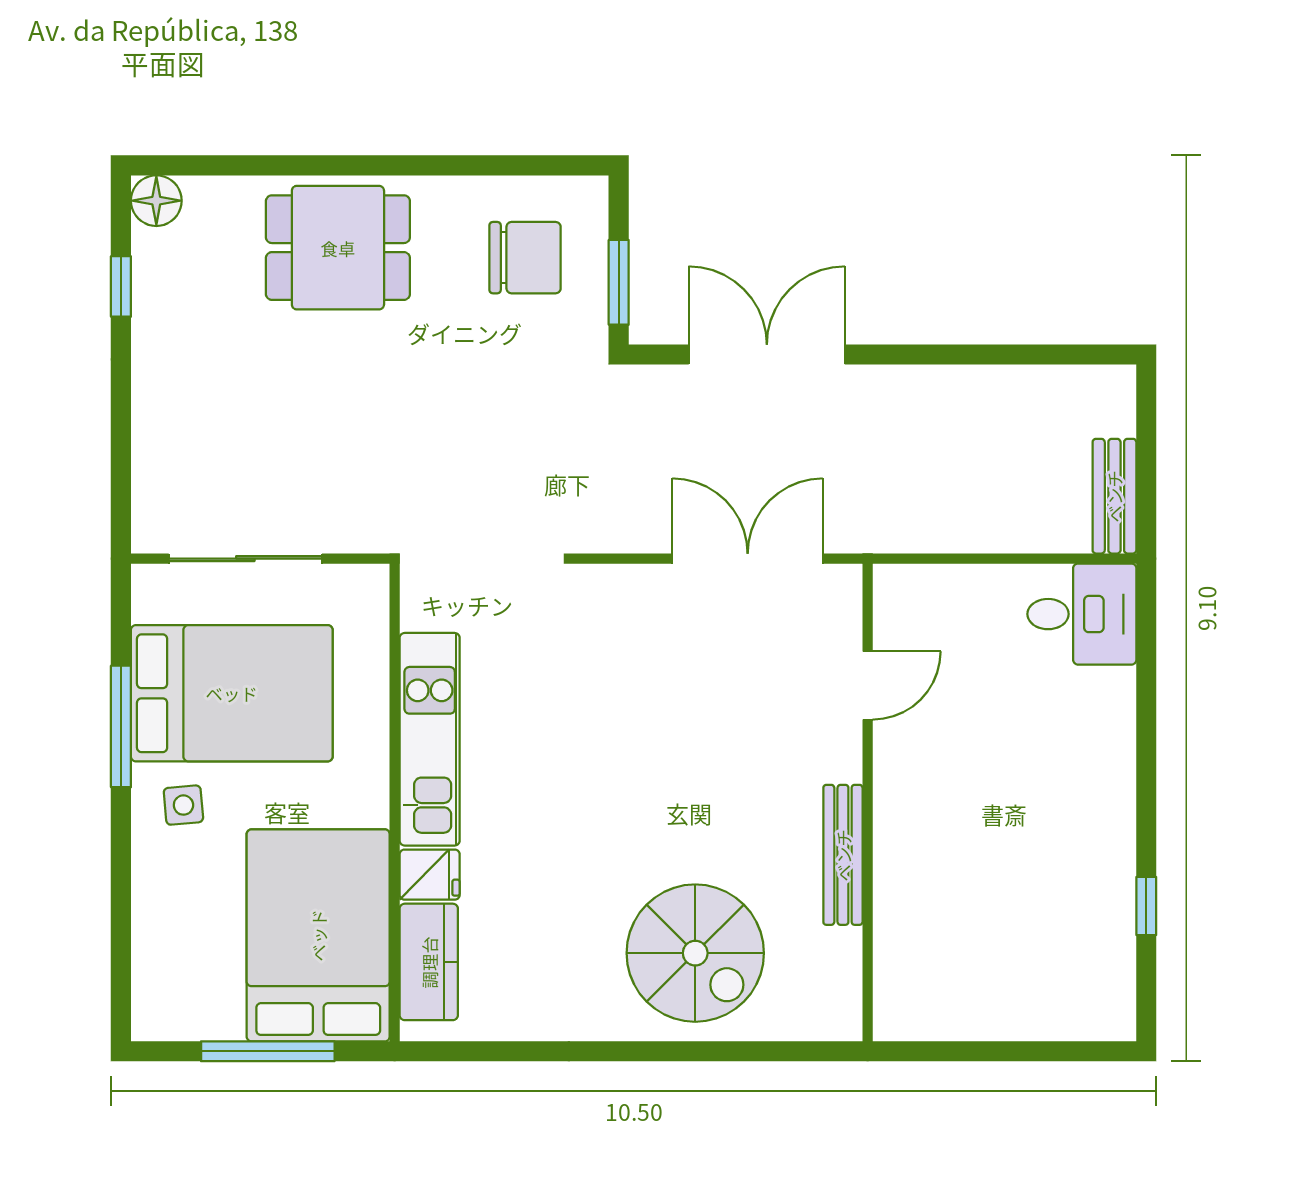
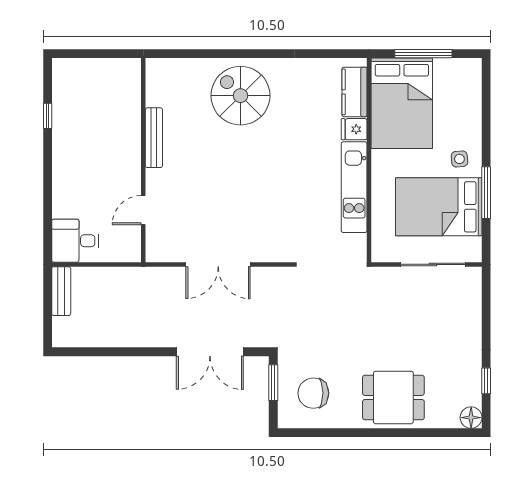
door: (868, 686) -> (143, 210), moved
wall: (868, 802) -> (143, 160), moved
bench: (843, 855) -> (154, 138), moved

